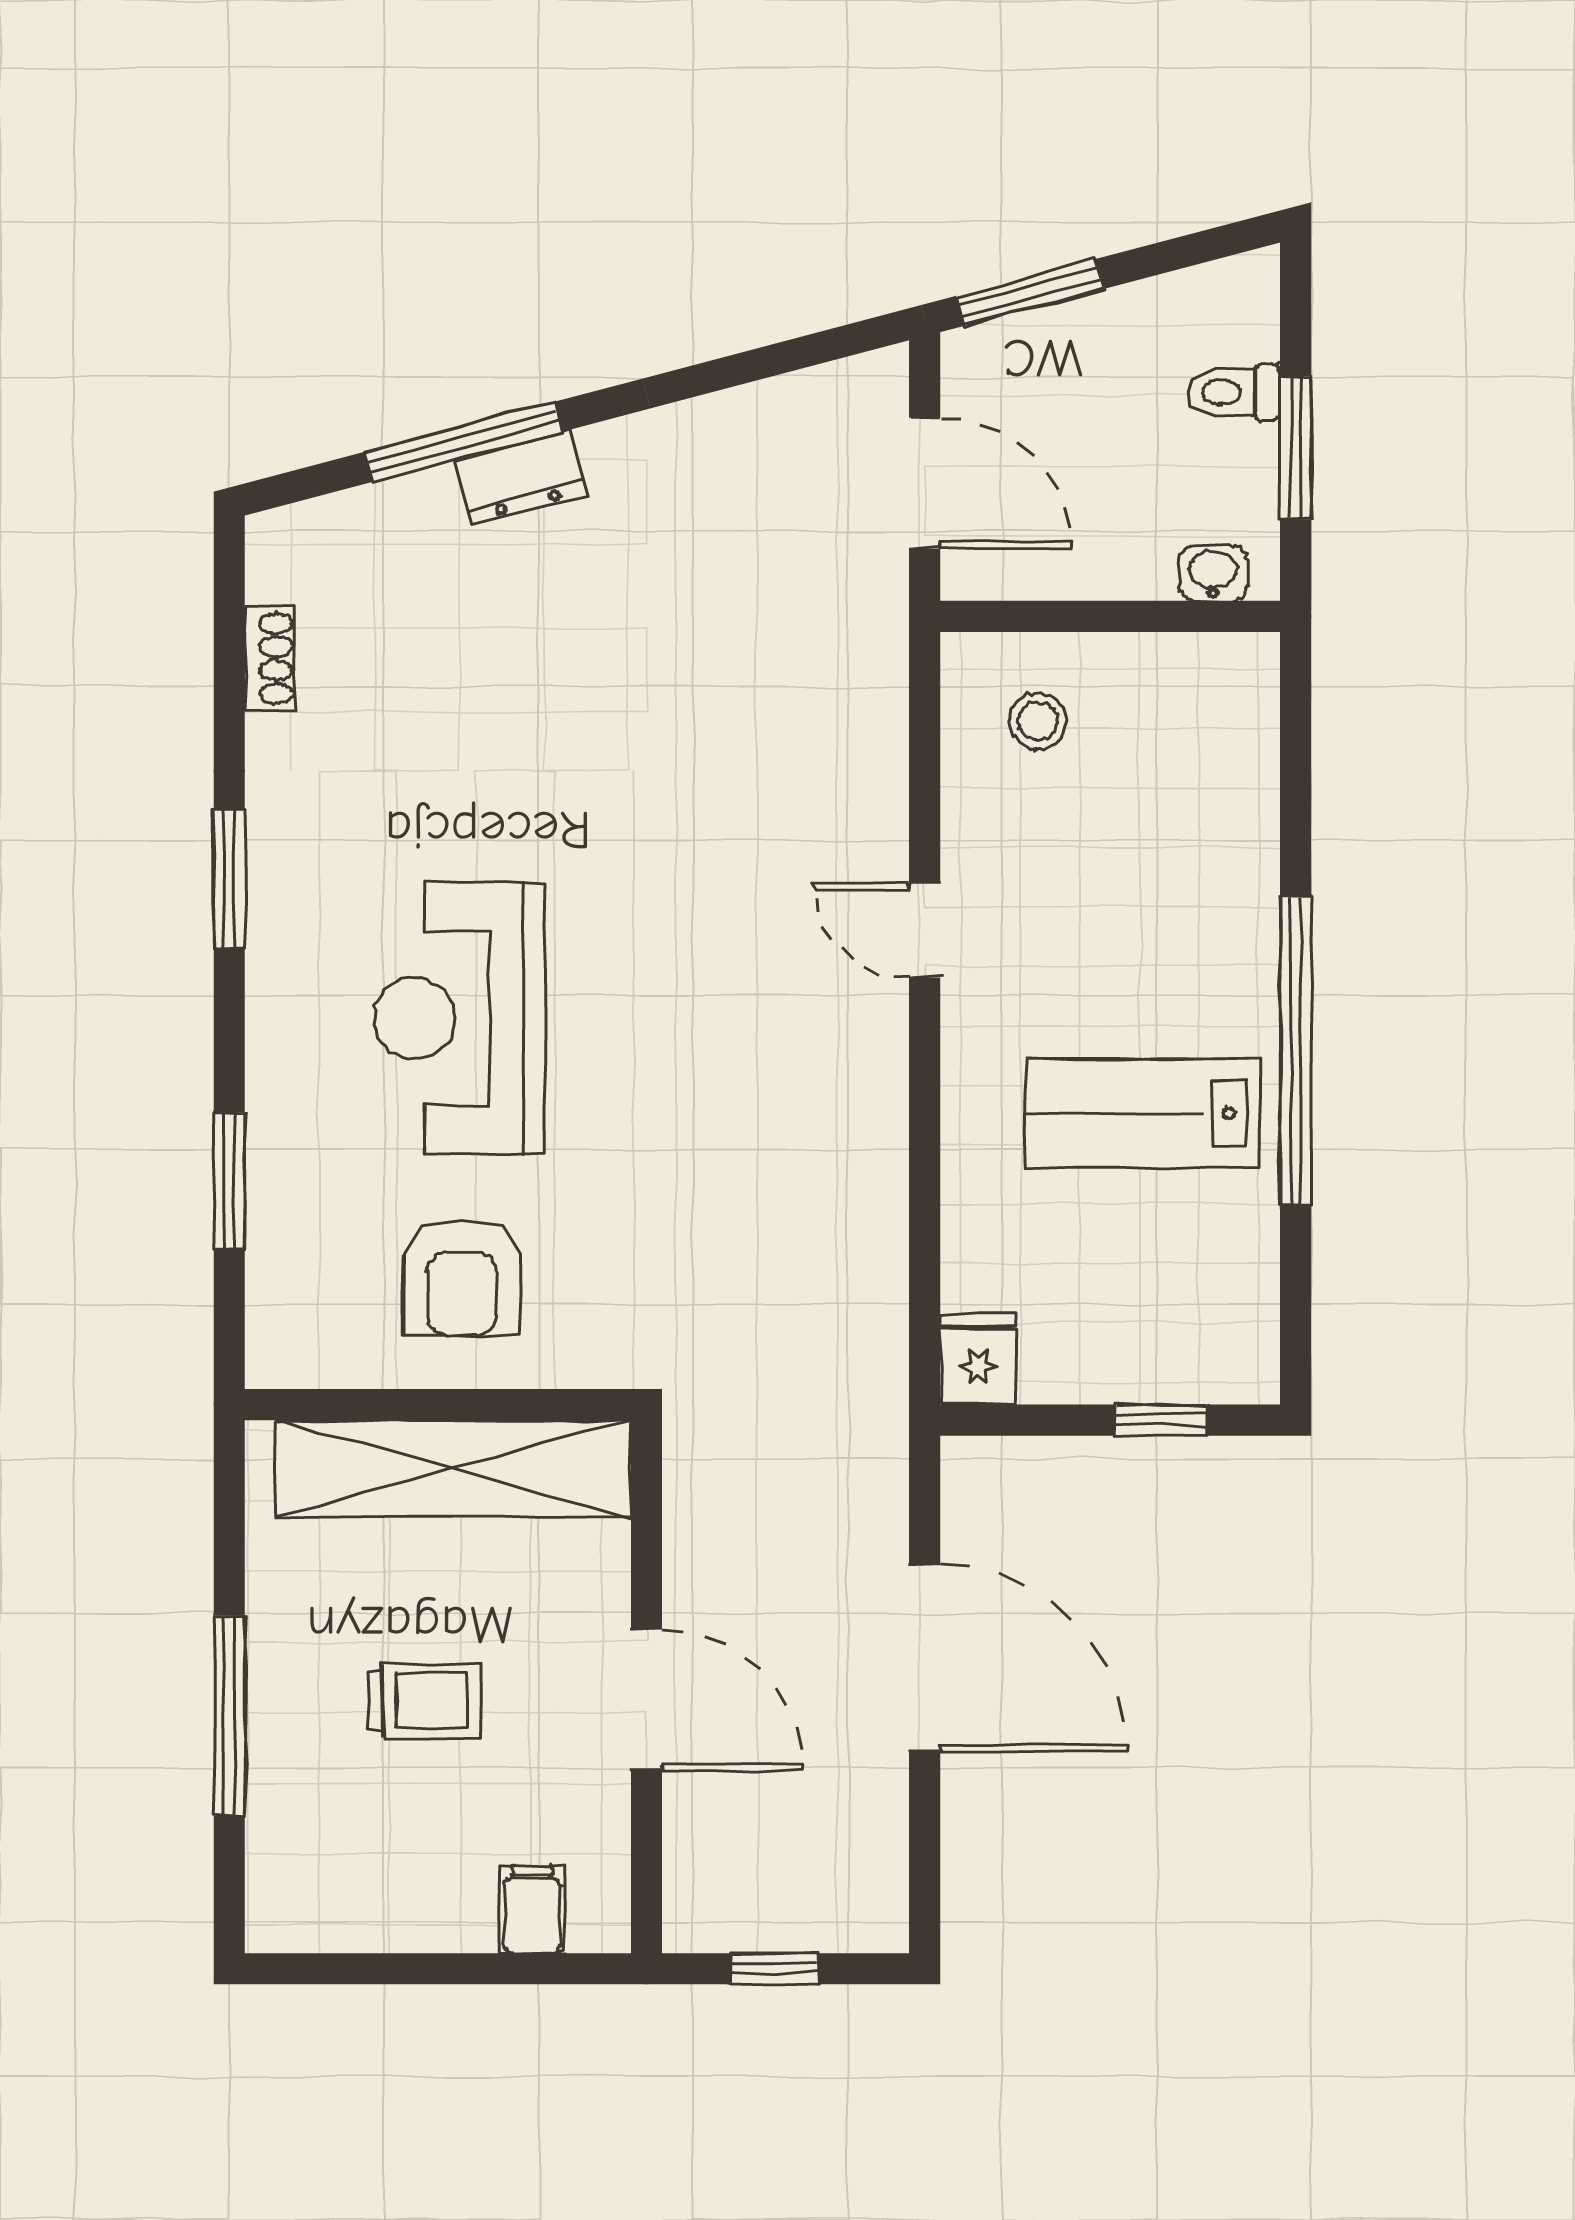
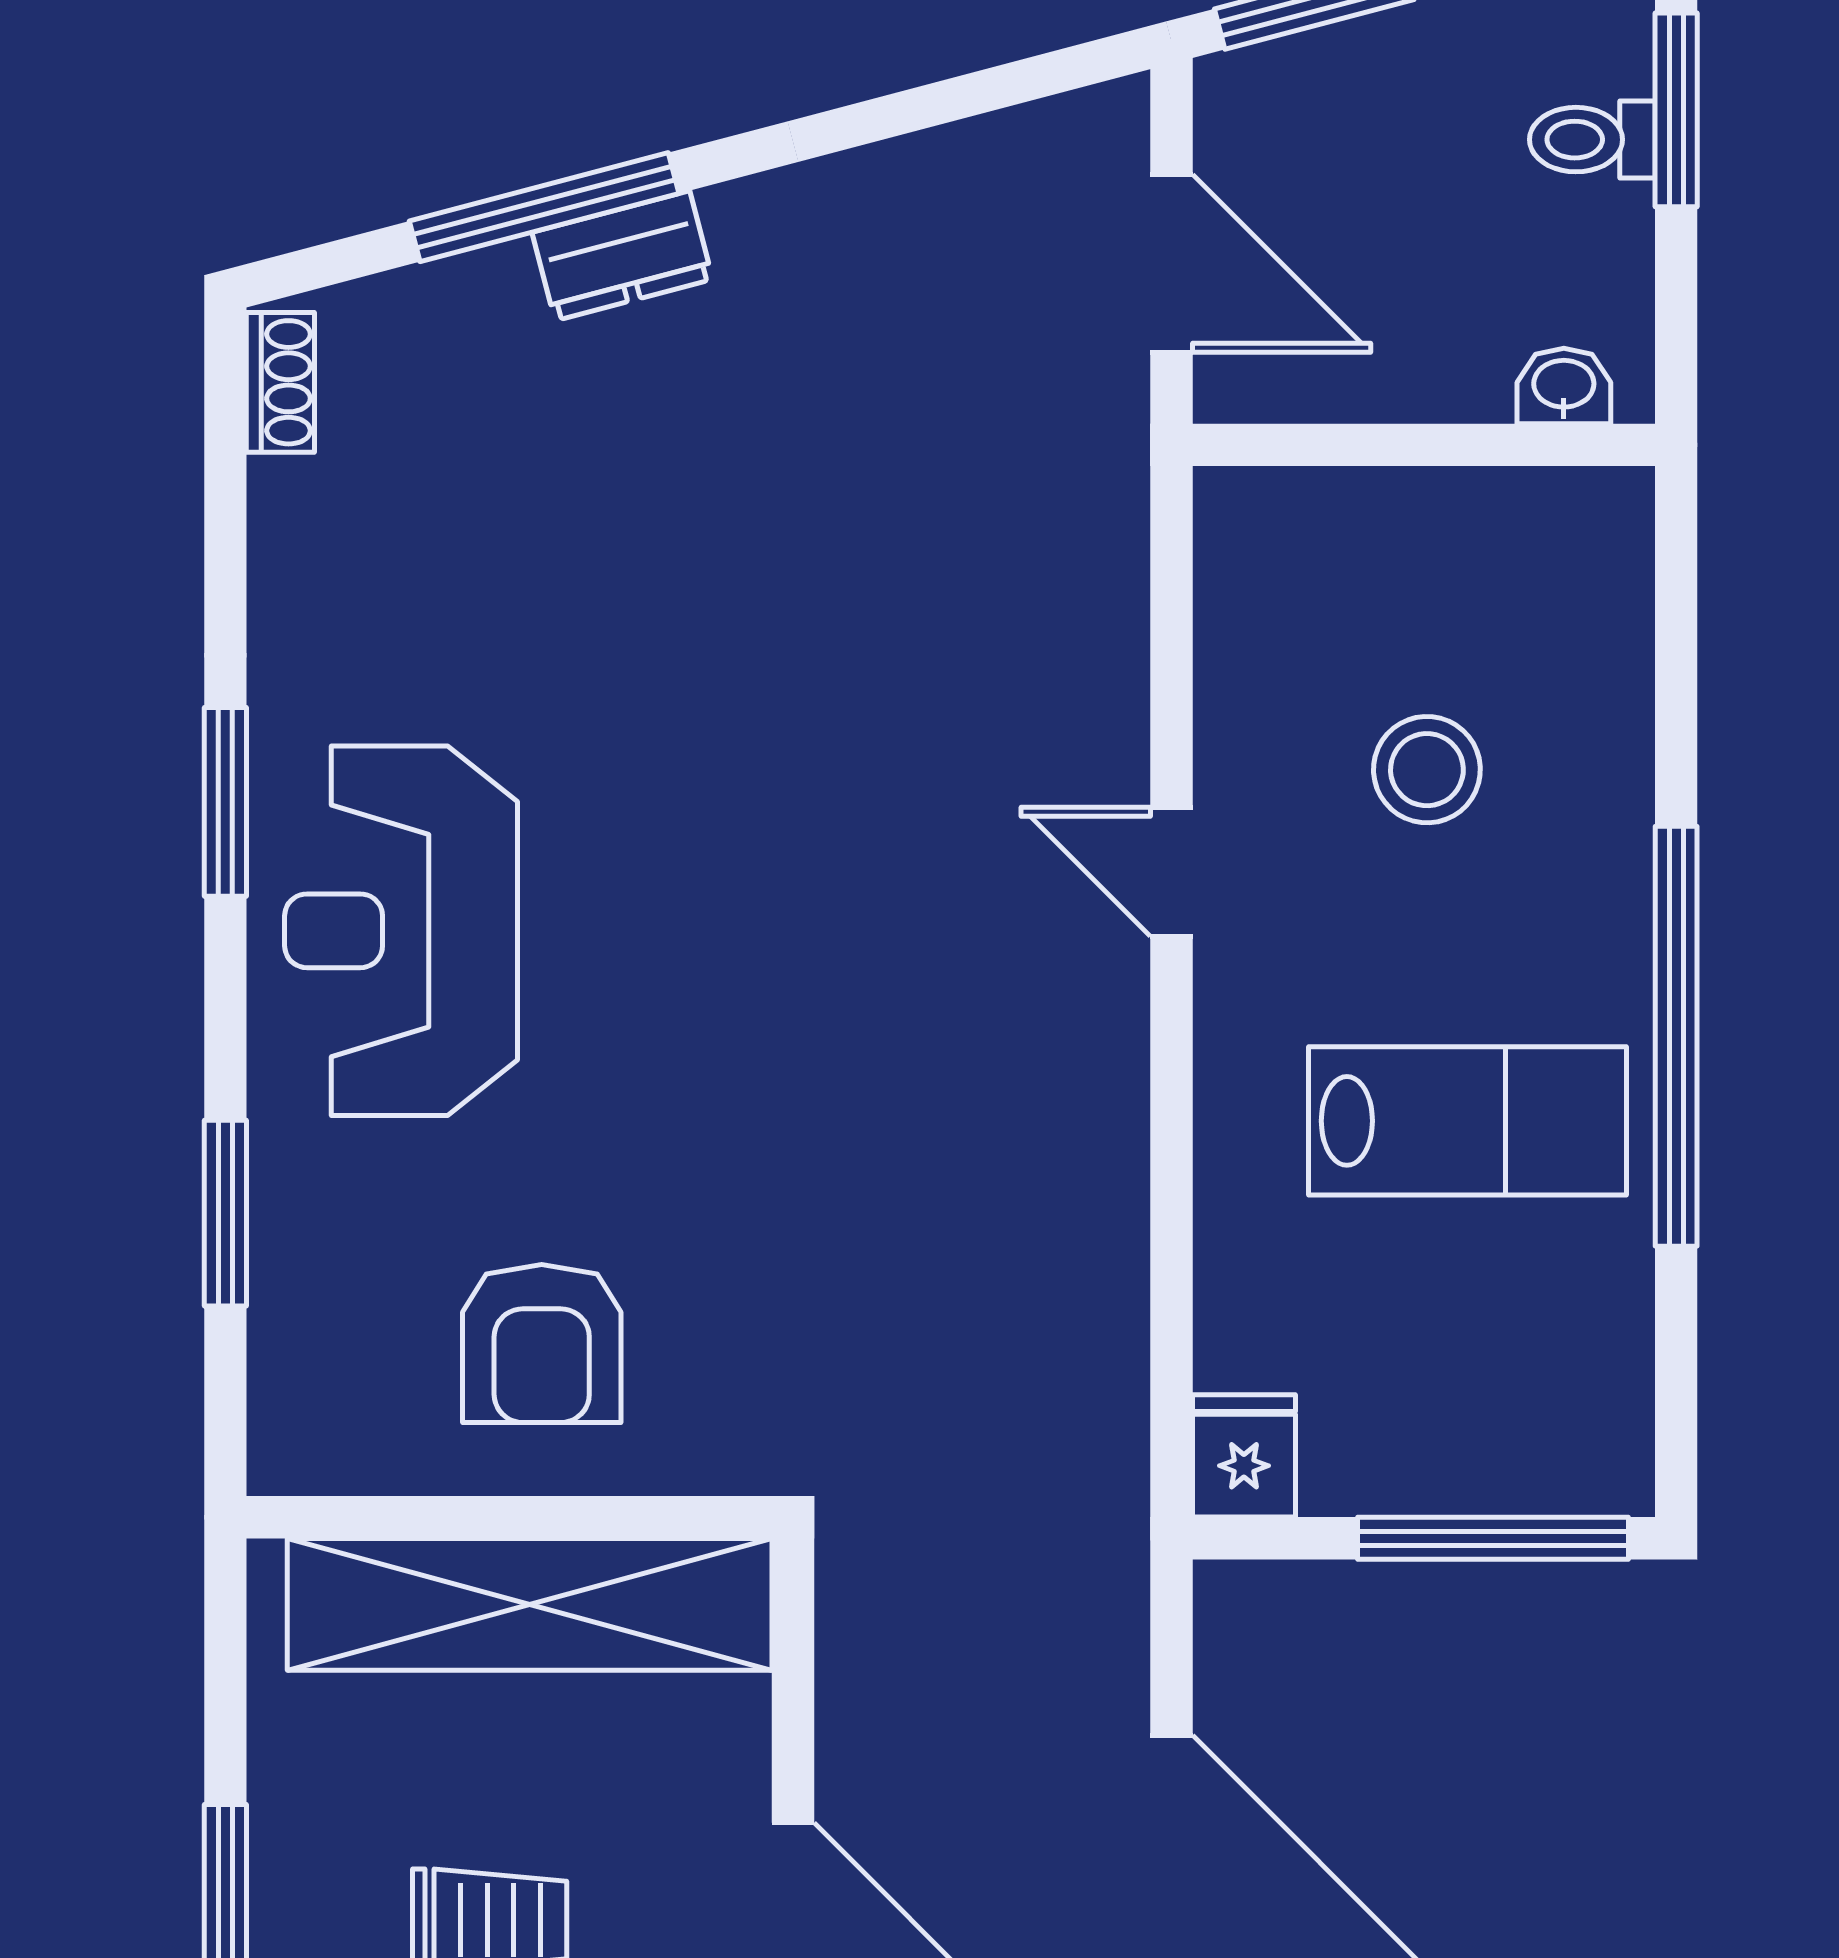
window: (1296, 448) -> (1676, 110), moved
shoe rack: (270, 658) -> (280, 382), moved
stool: (1038, 721) -> (1427, 770), moved, width x1.37, depth x1.37
reception desk: (459, 1018) -> (401, 931), moved
lab bench: (1142, 1113) -> (1468, 1121), turned 180
window: (1161, 1420) -> (1493, 1538), width x2.17

